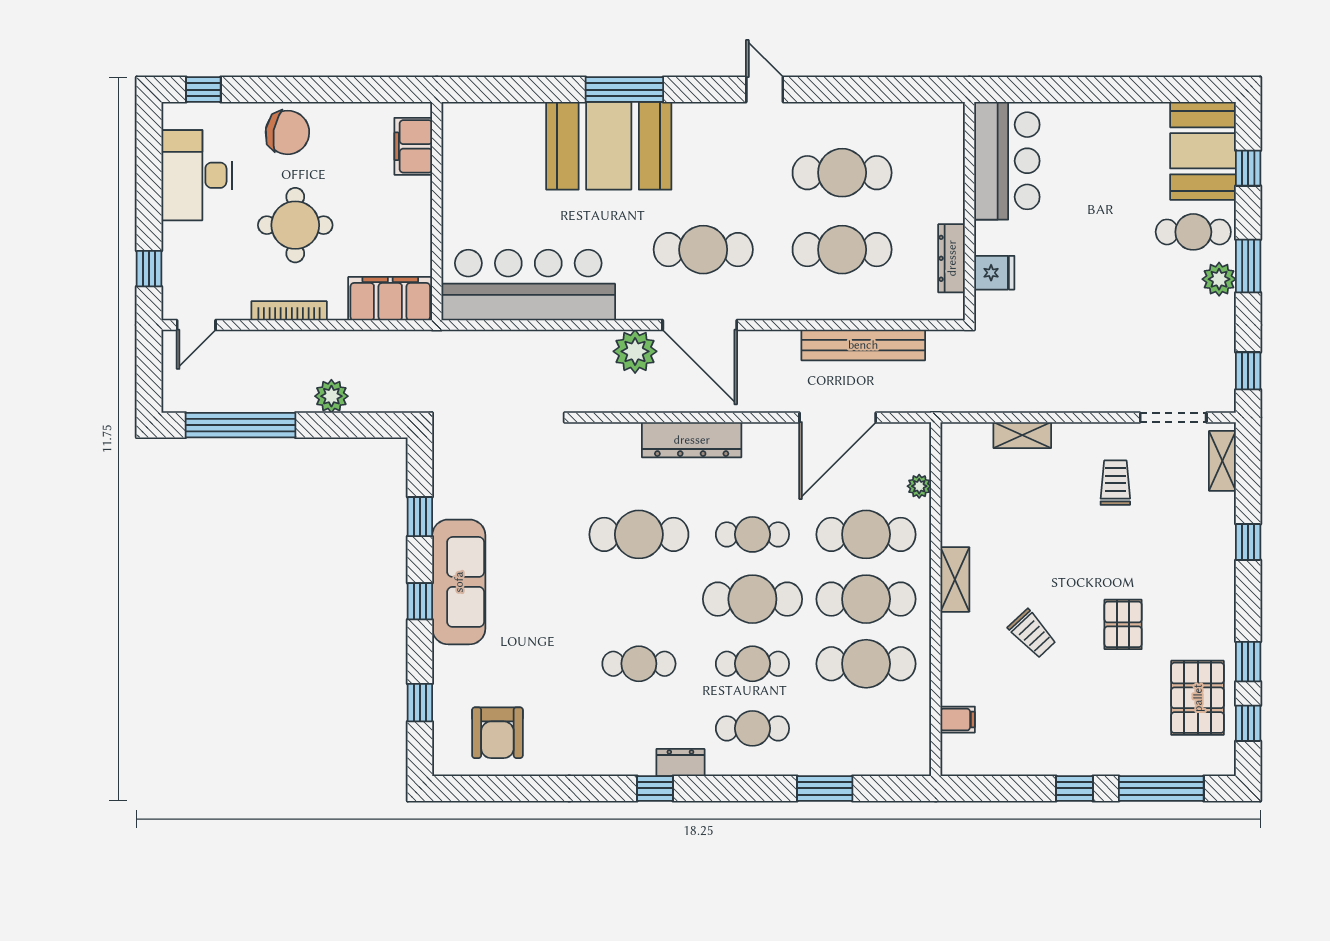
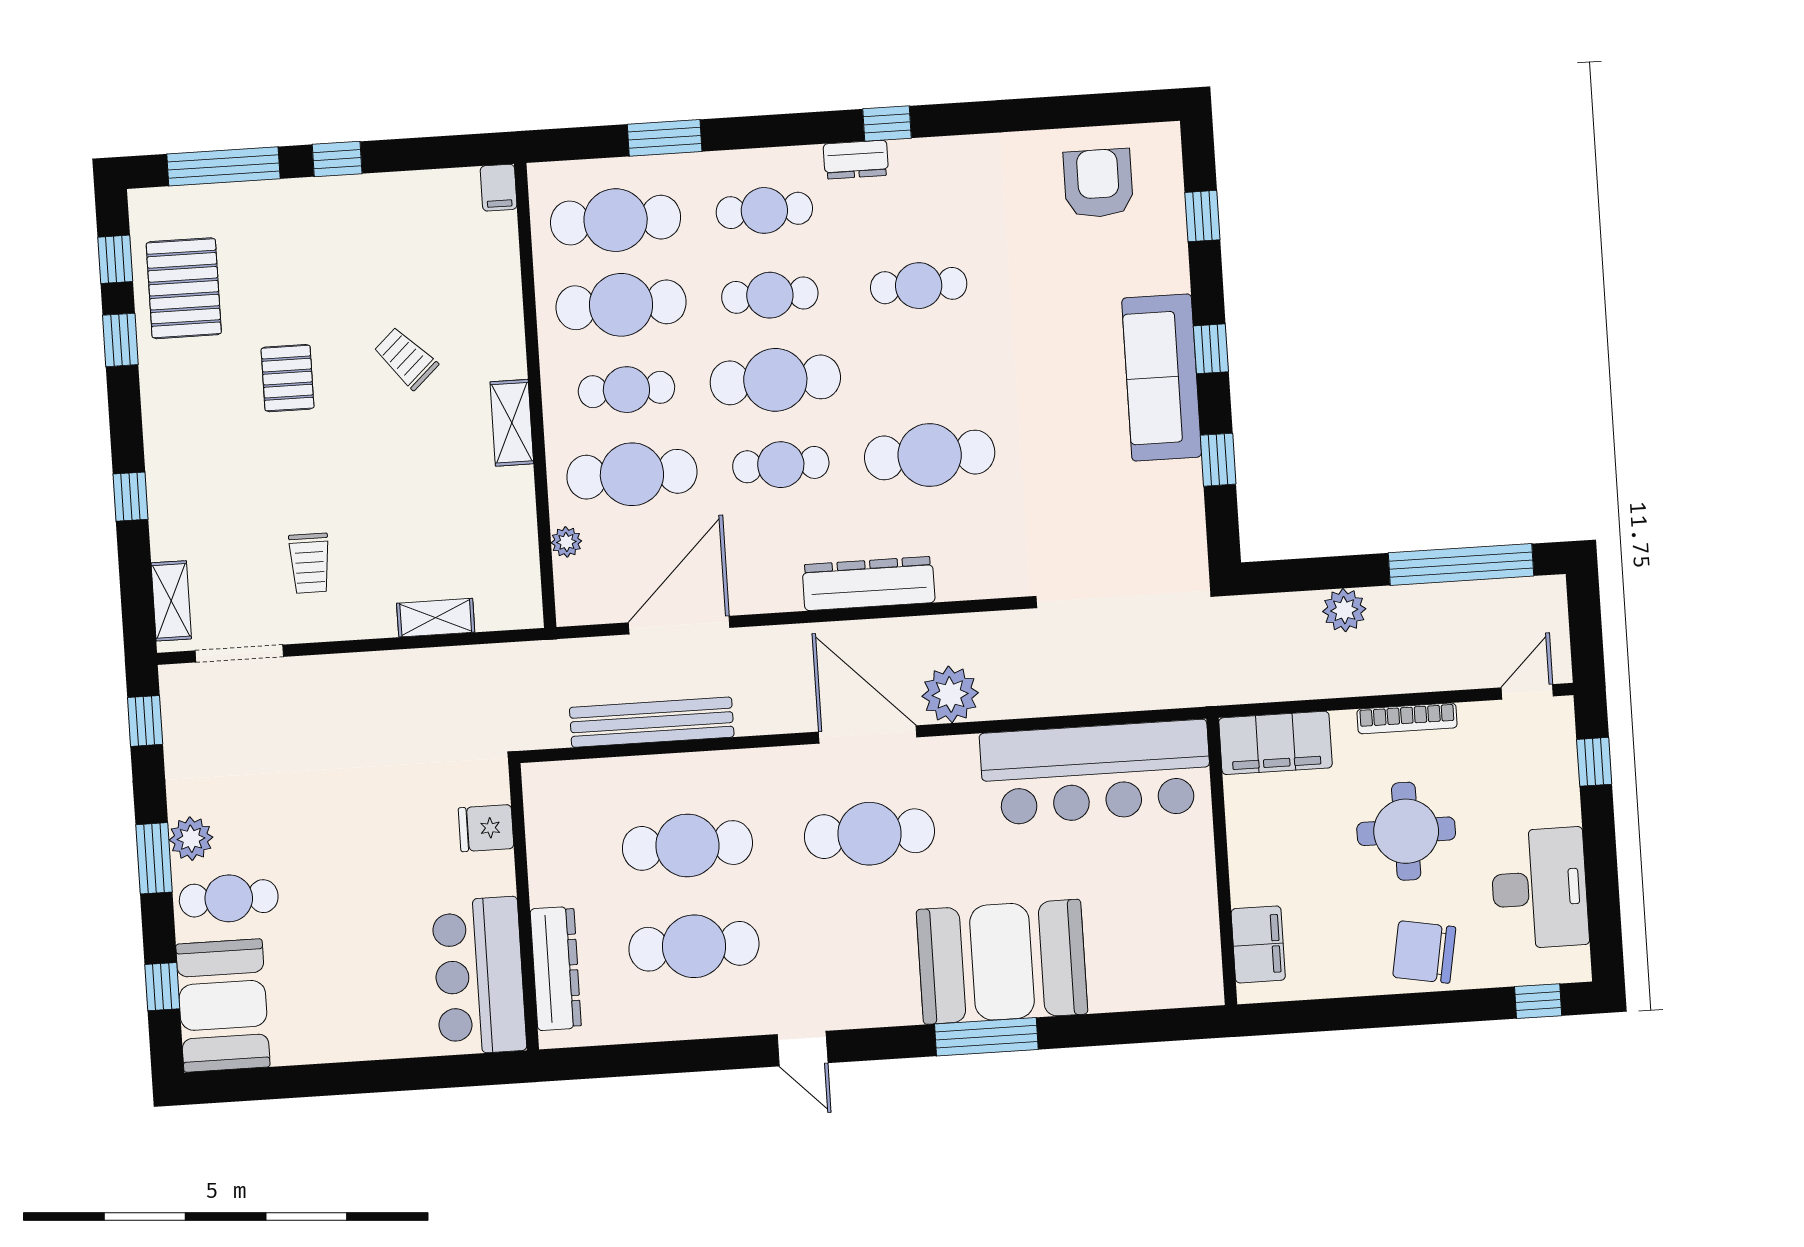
dresser: (952, 258) -> (556, 968), moved, width x1.37, depth x1.24
cafe table: (866, 599) -> (626, 390), width x0.73, depth x0.74
filing cabinet: (958, 720) -> (499, 188), moved, turned -90
cafe table: (866, 728) -> (616, 220), added

